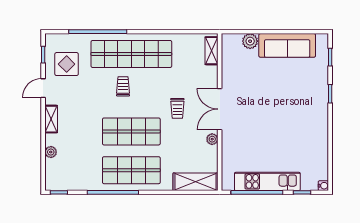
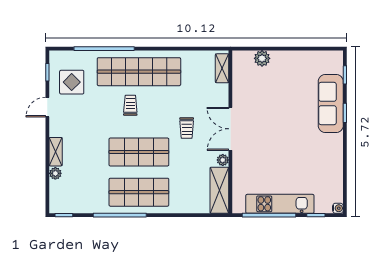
sofa: (287, 45) -> (331, 104), moved, turned 90
shelving: (51, 119) -> (56, 152), moved
shelving: (196, 182) -> (219, 190), moved, turned 90

